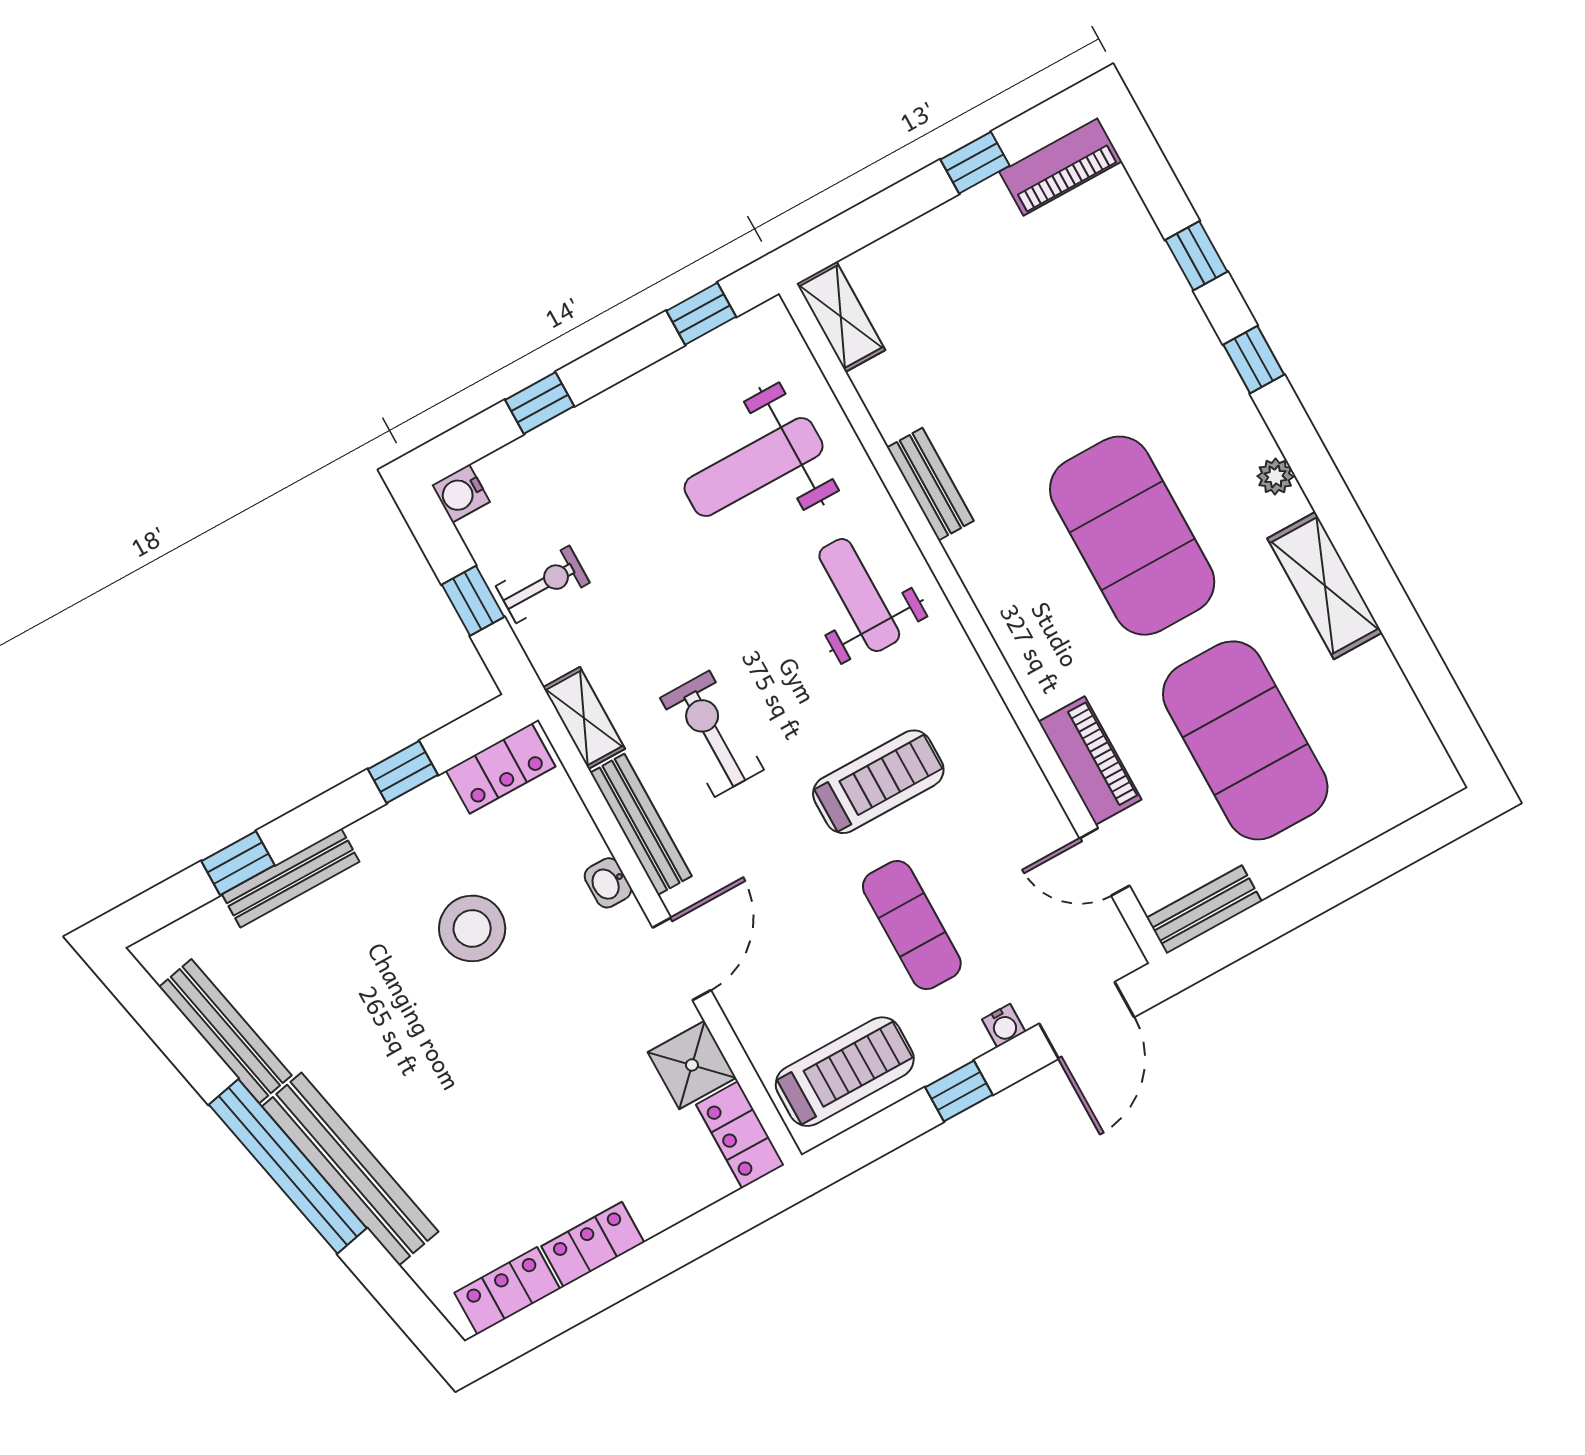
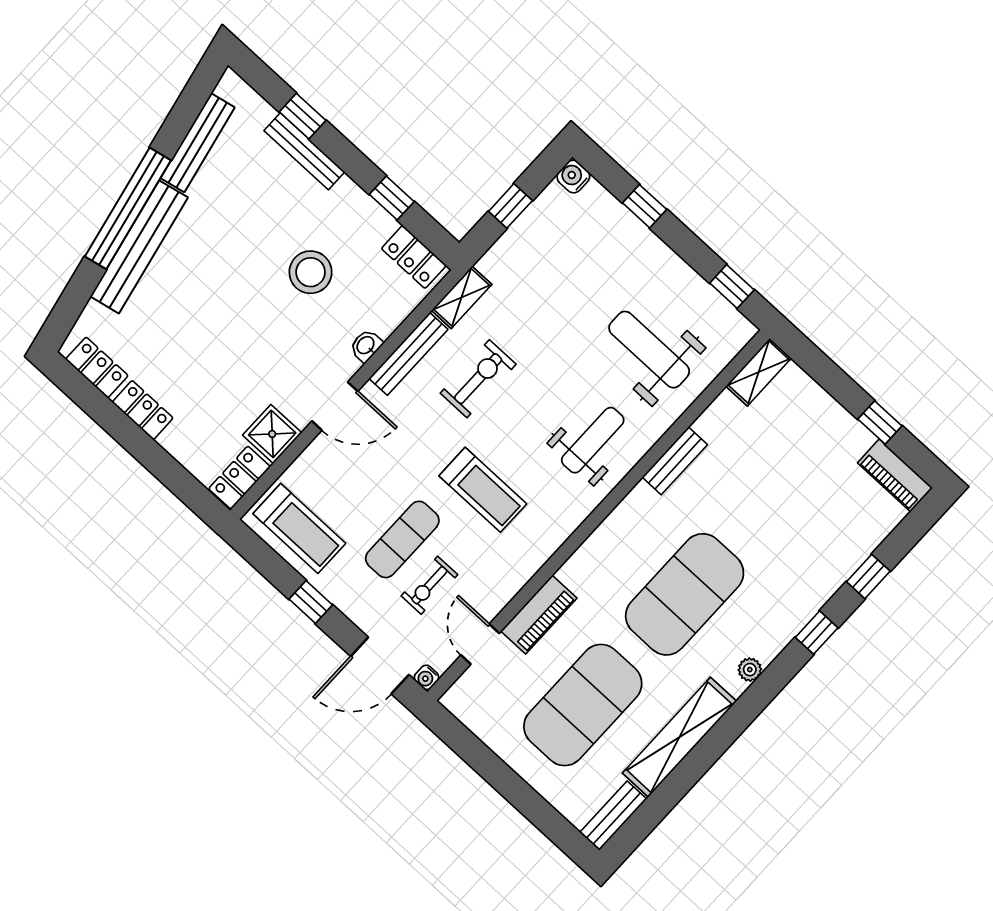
exercise bike: (543, 584) -> (429, 585), moved, turned 90
shelving: (1325, 585) -> (679, 737), width x1.47
bench: (1204, 910) -> (613, 816), moved, turned 90
water cooler: (1004, 1026) -> (426, 677), moved

